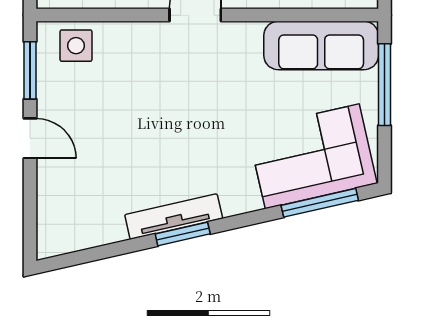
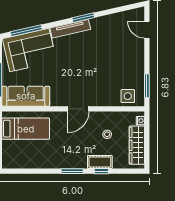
door: (30, 138) -> (147, 30), moved
tv unit: (174, 217) -> (70, 29), moved

